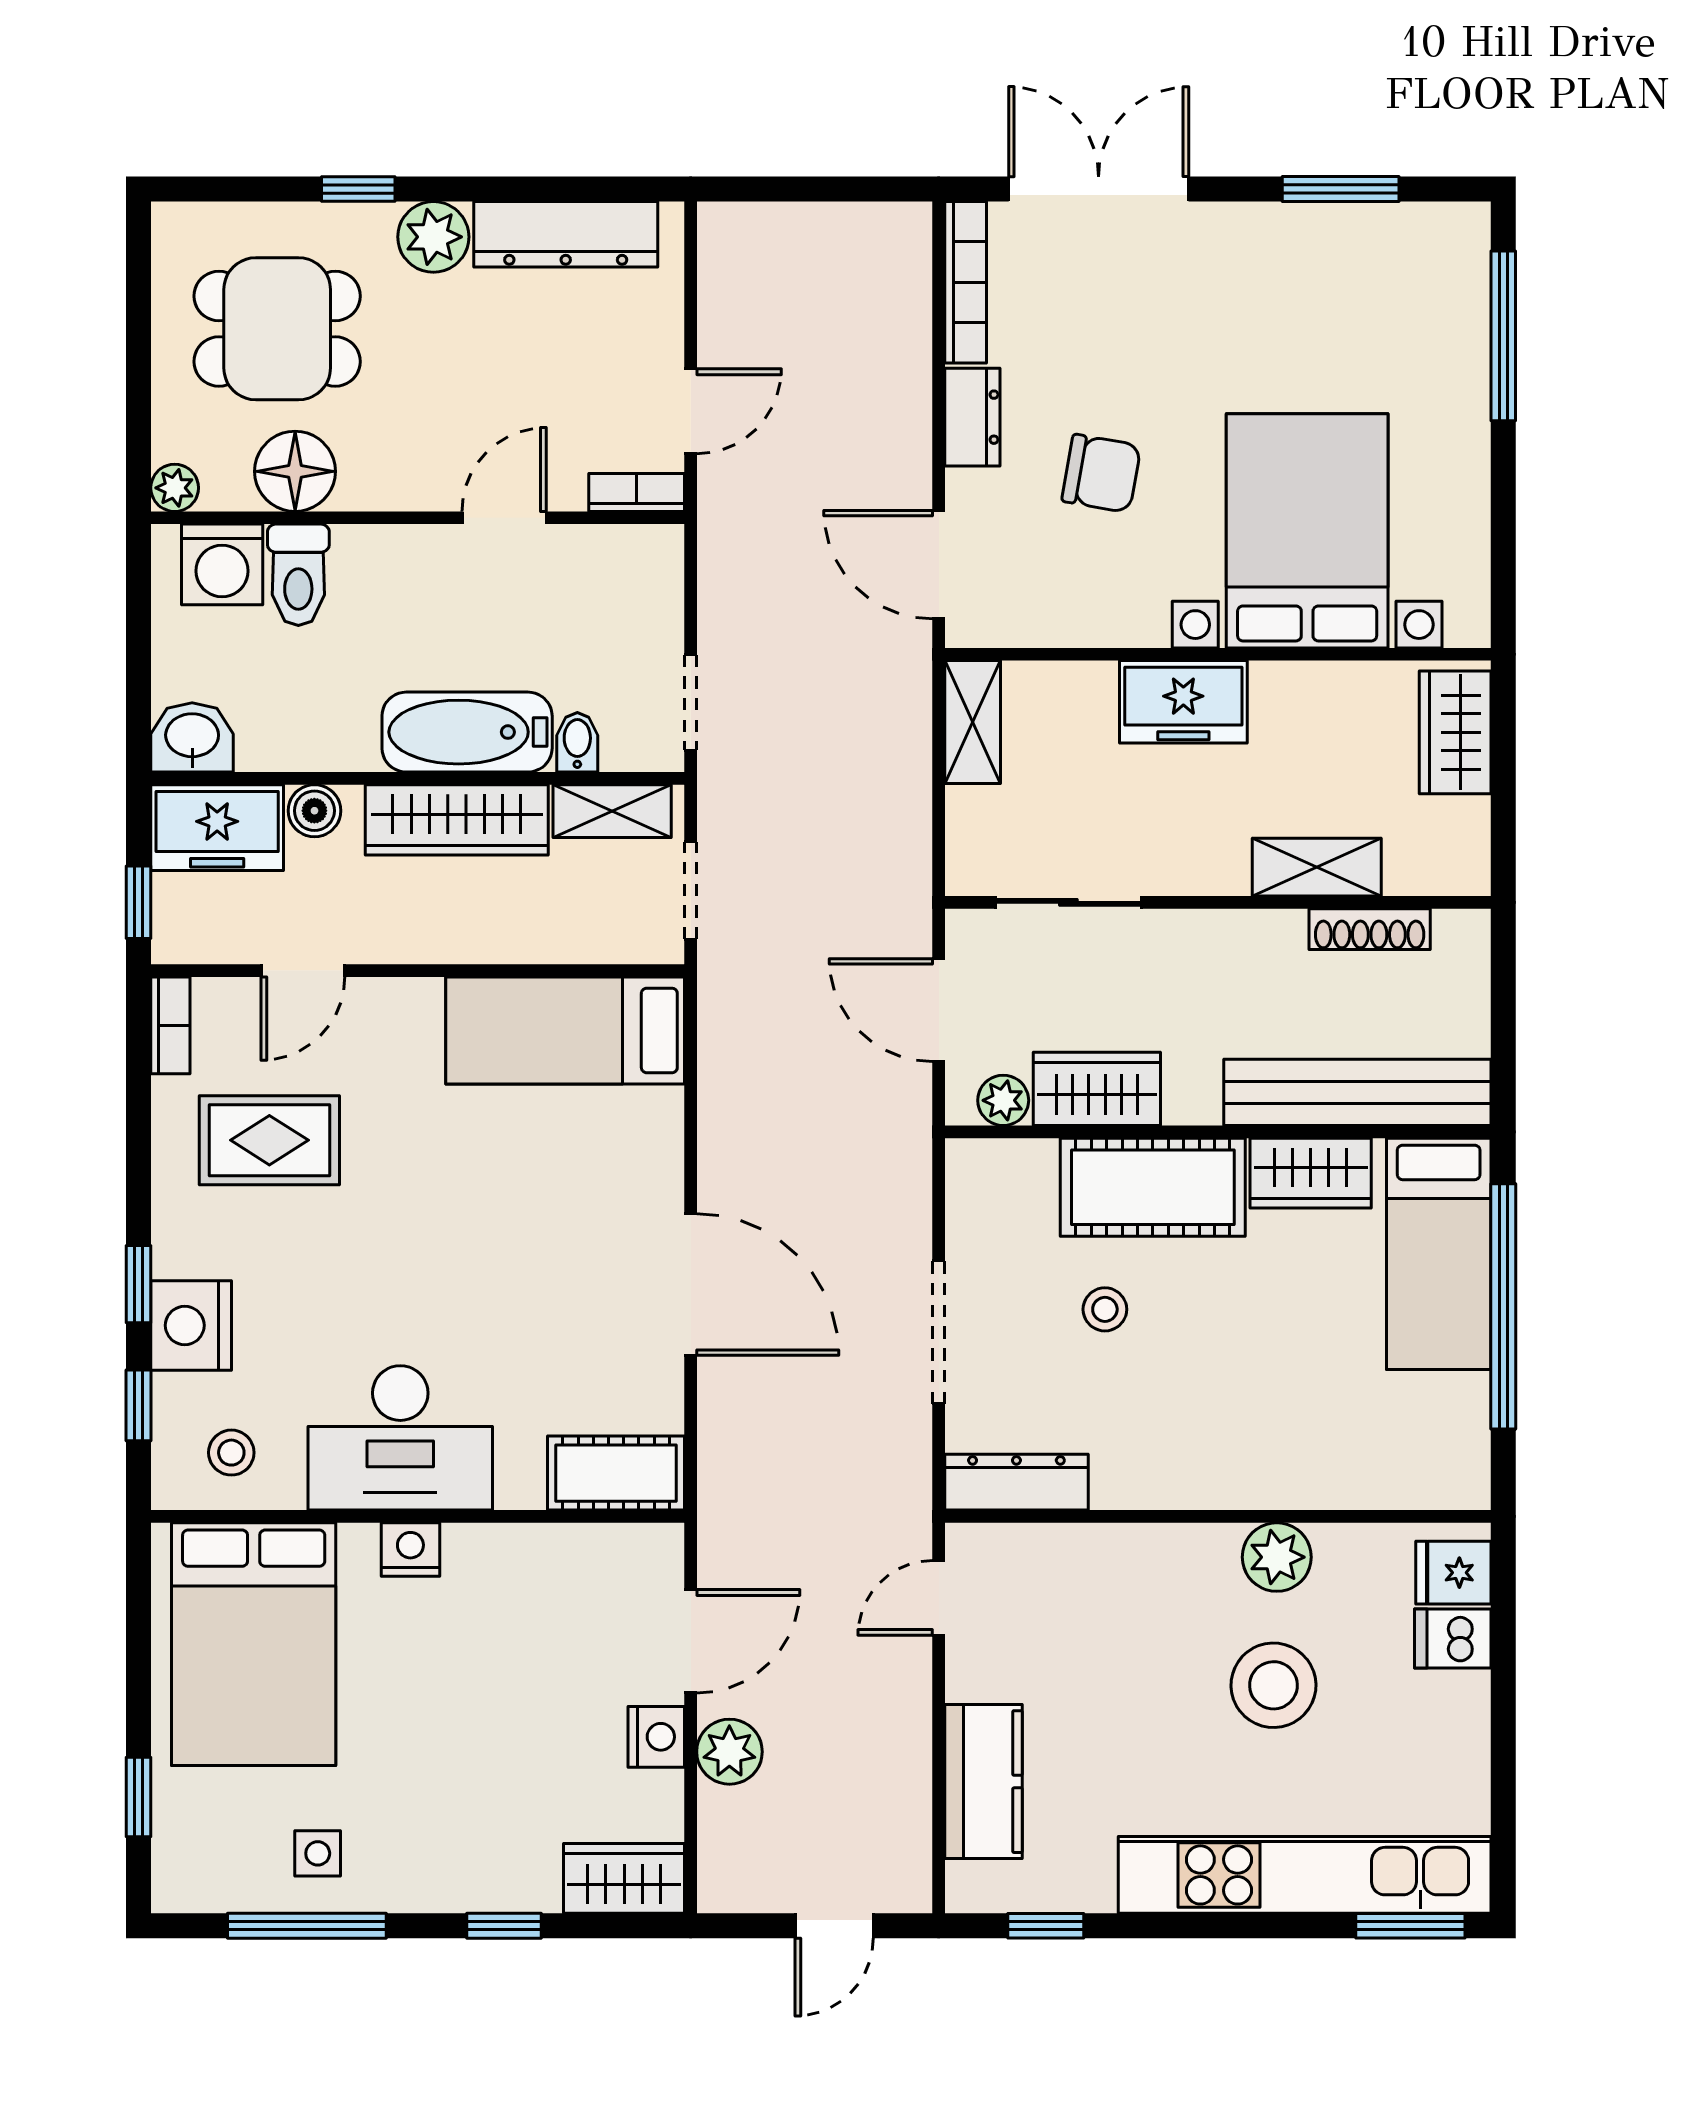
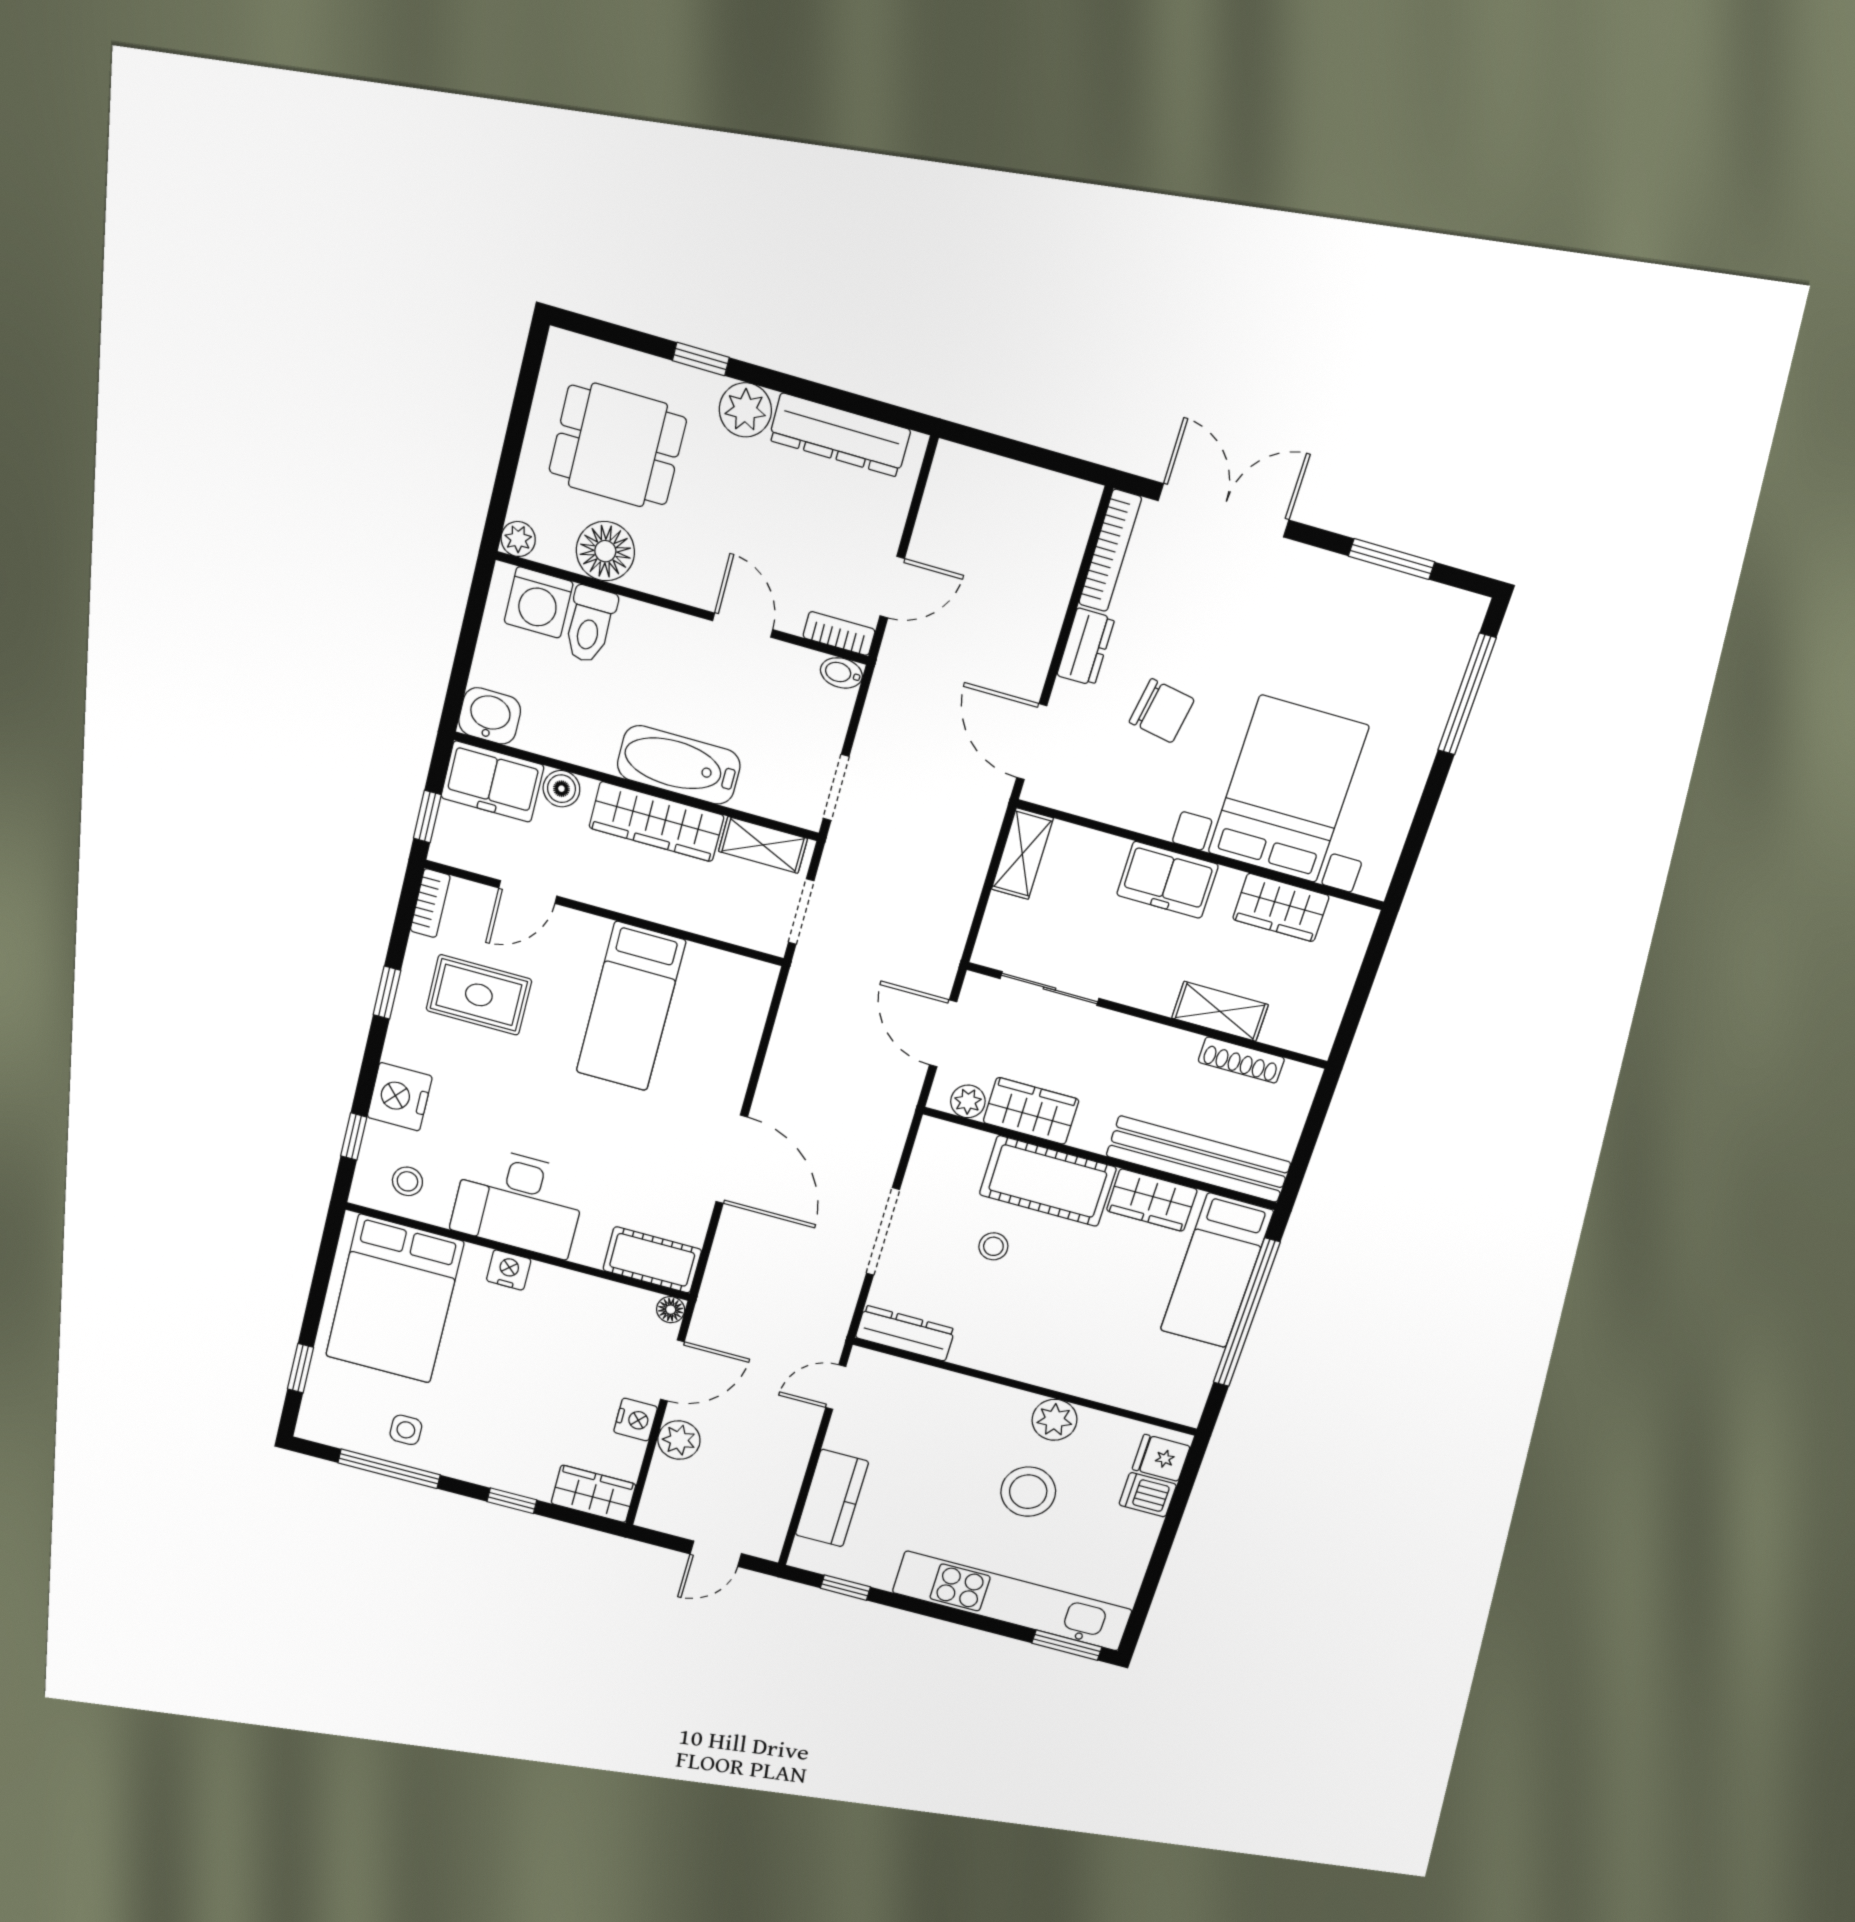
door: (504, 518) -> (743, 625), hinge flipped
wardrobe: (1455, 732) -> (1281, 907), moved, turned -90
bidet: (577, 742) -> (841, 673), moved, turned -90
bed: (565, 1030) -> (631, 1006), moved, turned -90
window: (139, 1284) -> (387, 993), moved
floor lamp: (663, 1544) -> (671, 1310), added

